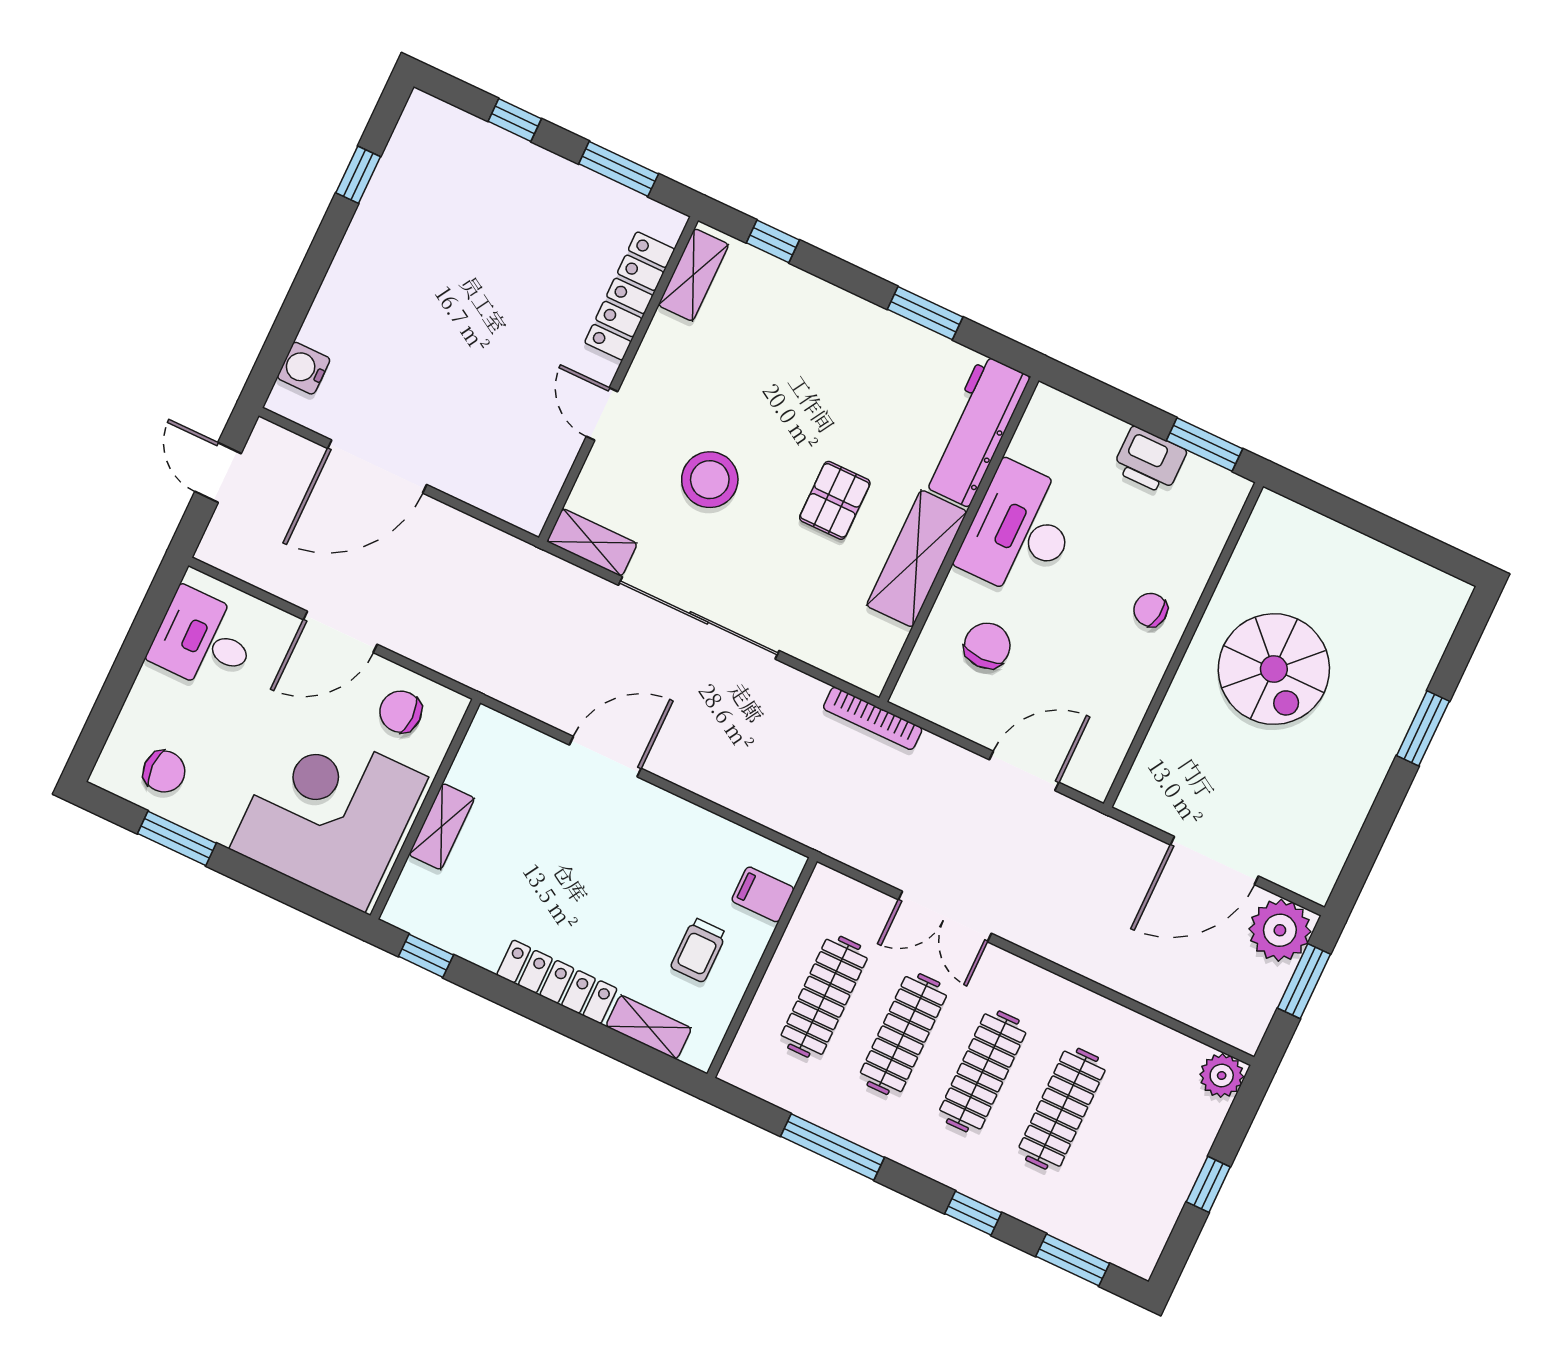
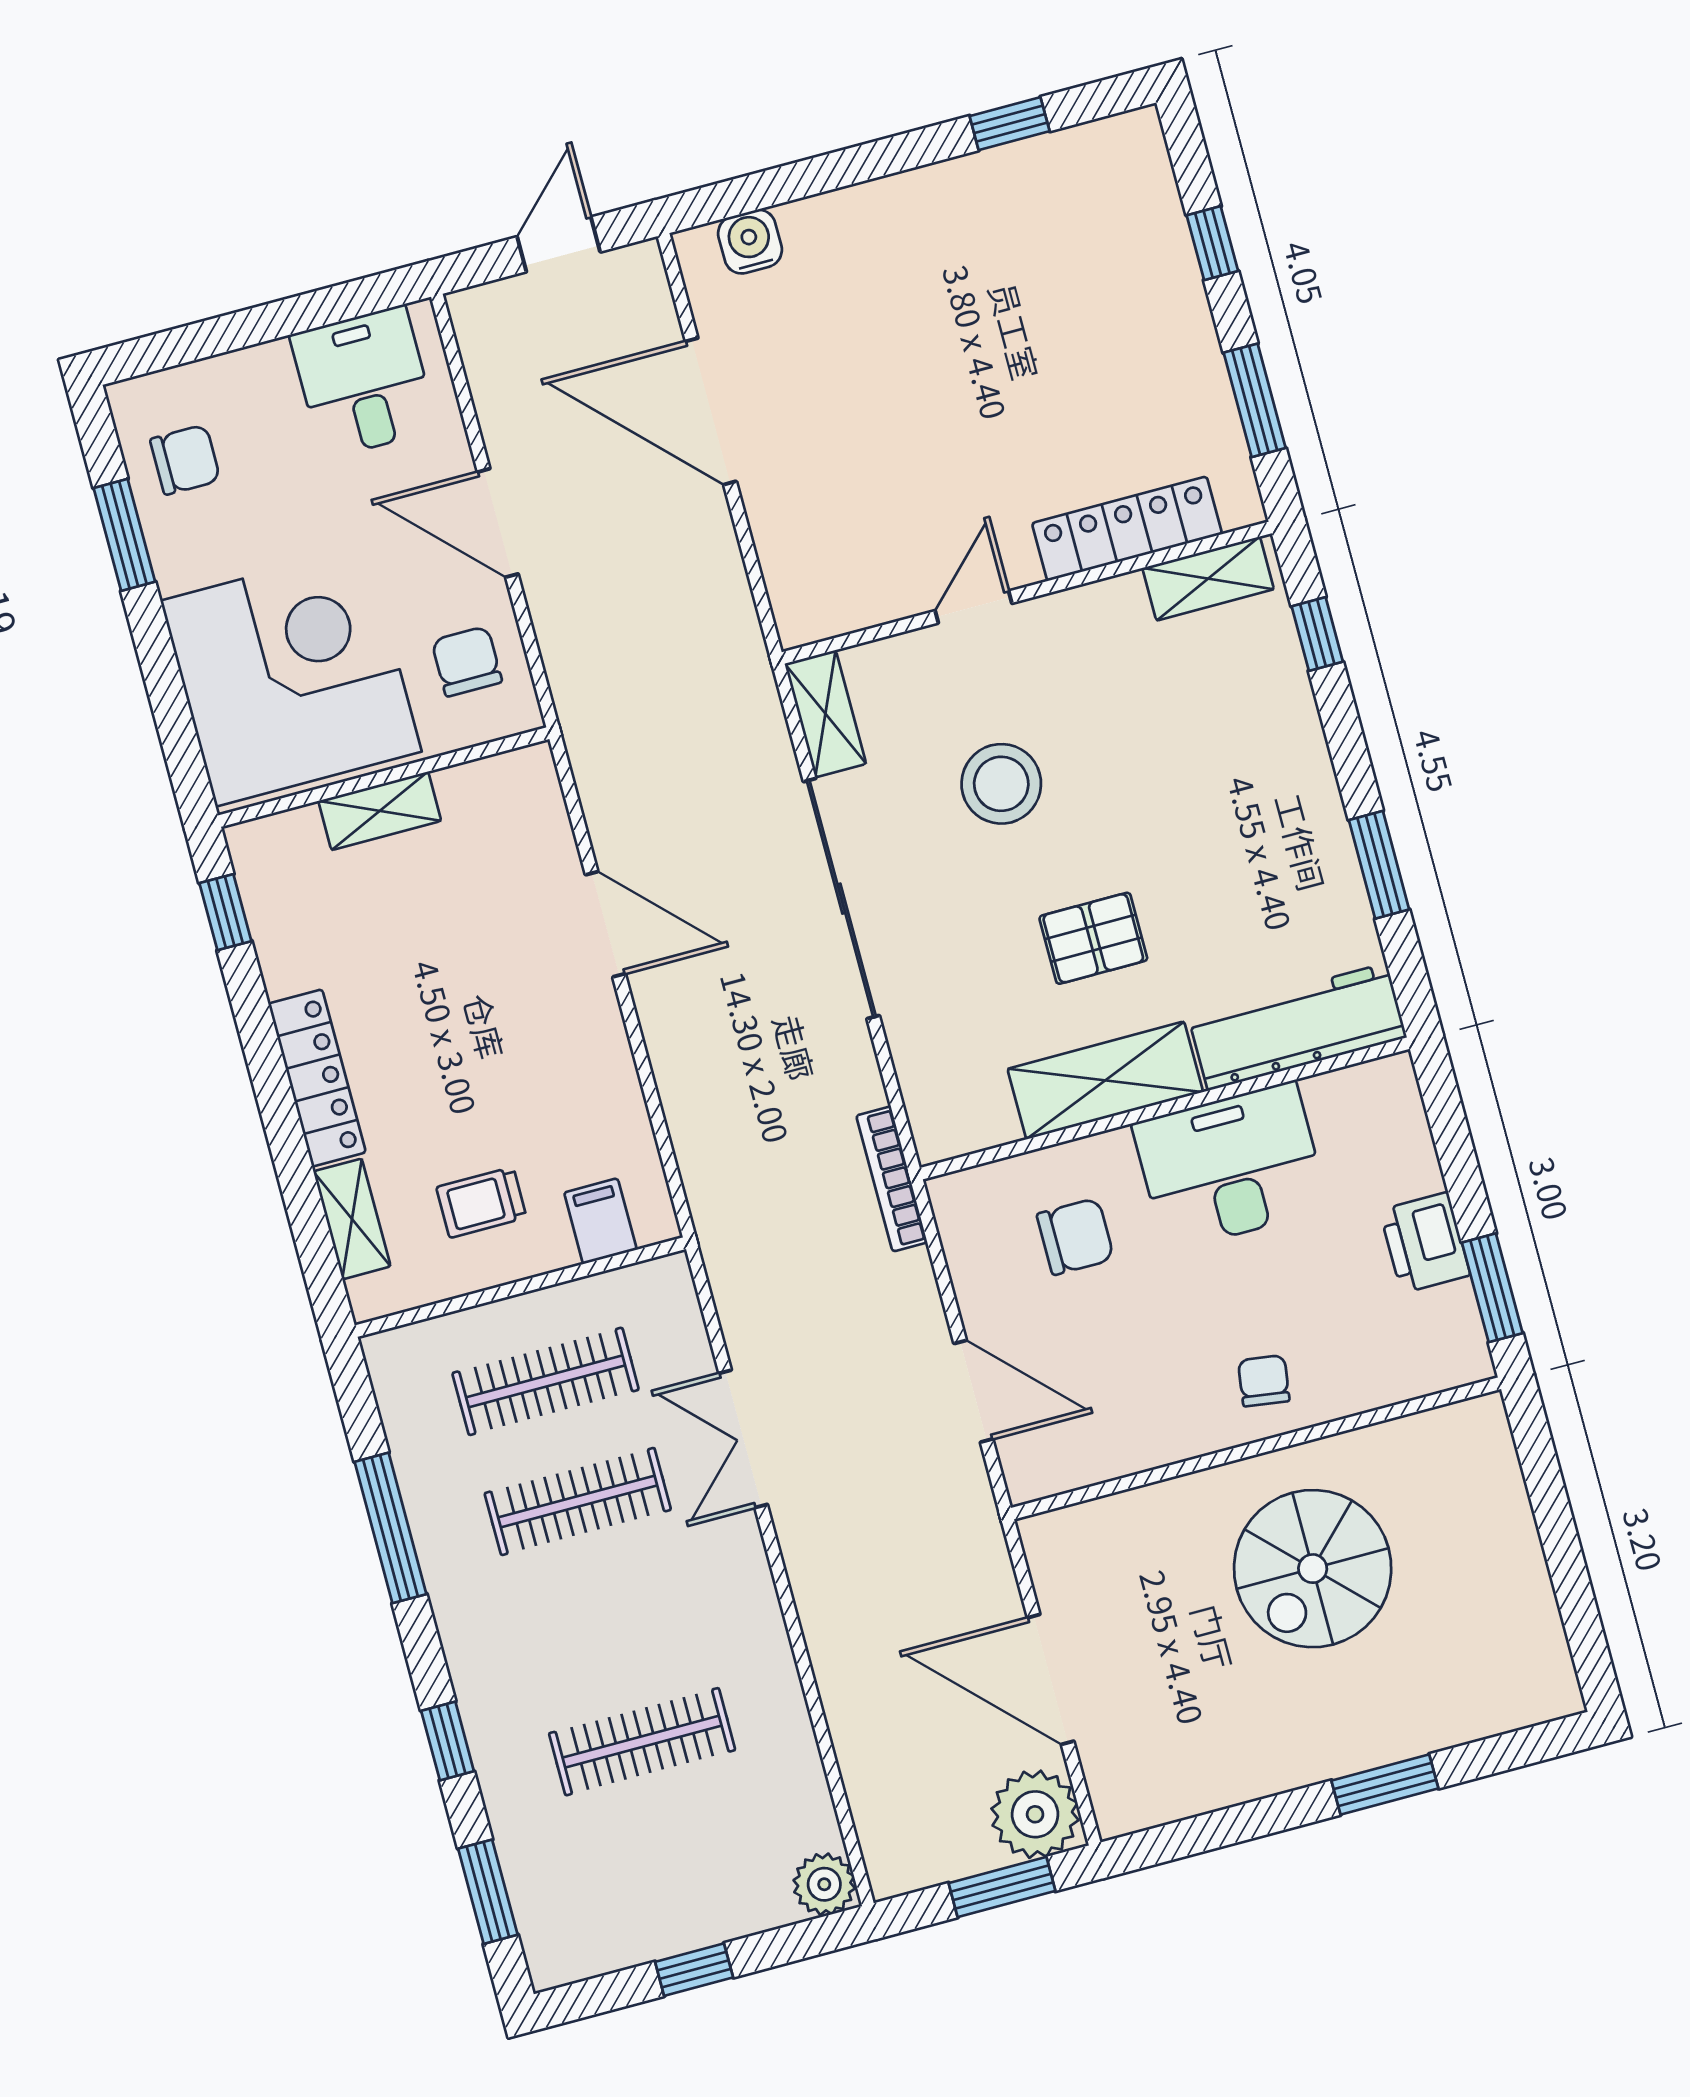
chair: (164, 771) -> (185, 460), turned -90
clothes rail: (983, 1071) -> (610, 1622), removed

